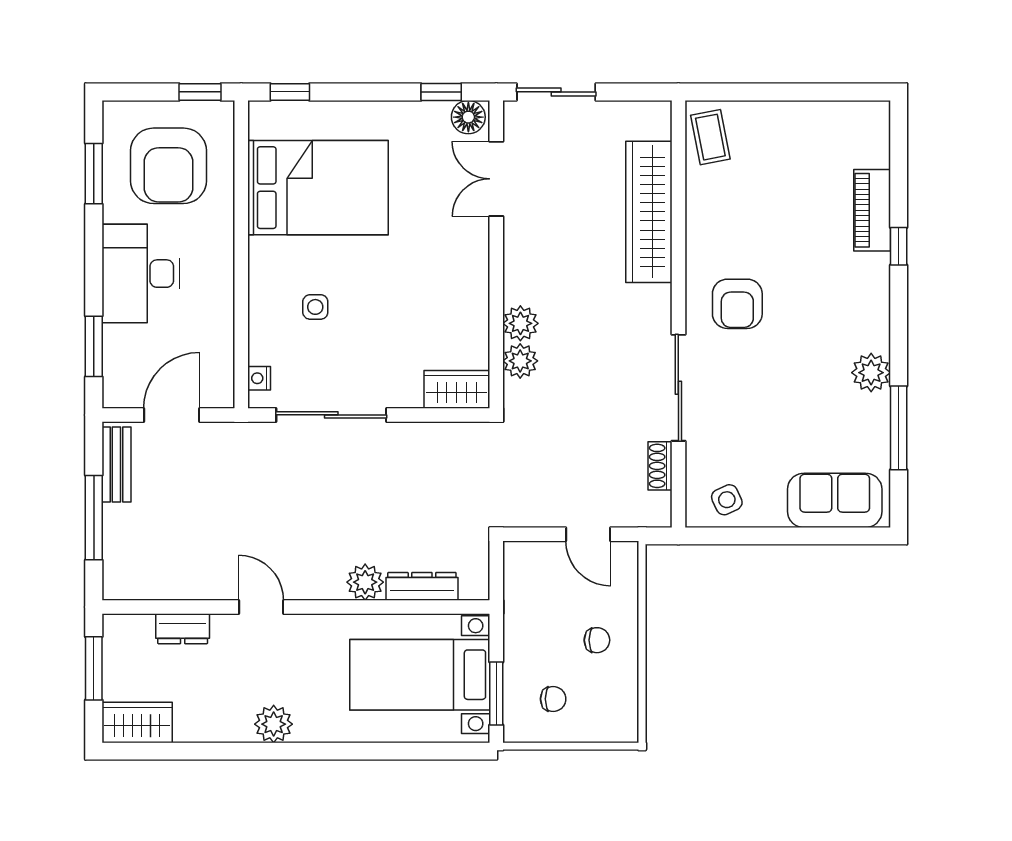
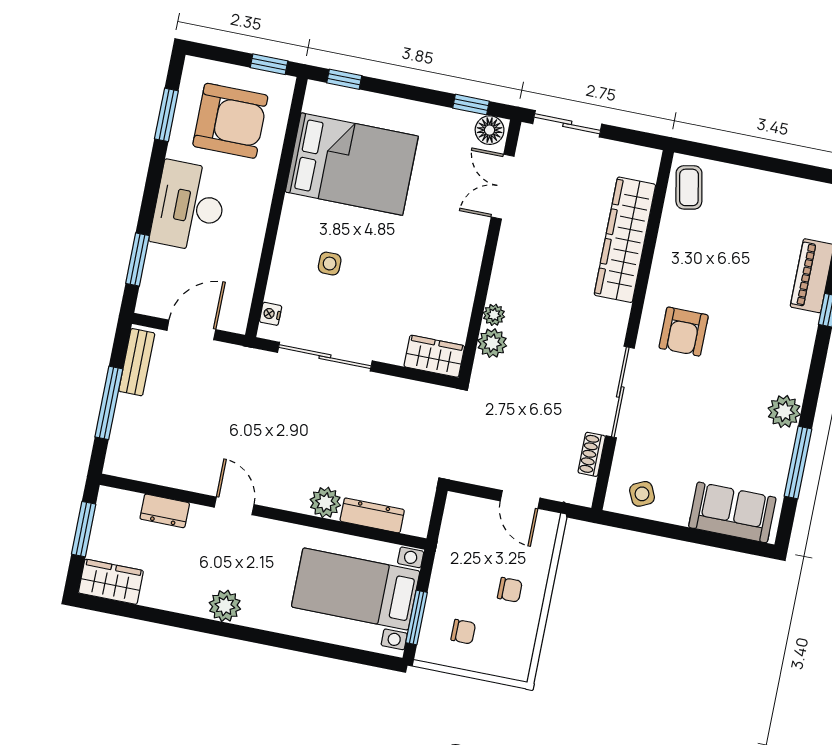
armchair: (169, 166) -> (230, 121), turned -90
plant: (520, 323) -> (494, 315), width x0.73, depth x0.73

